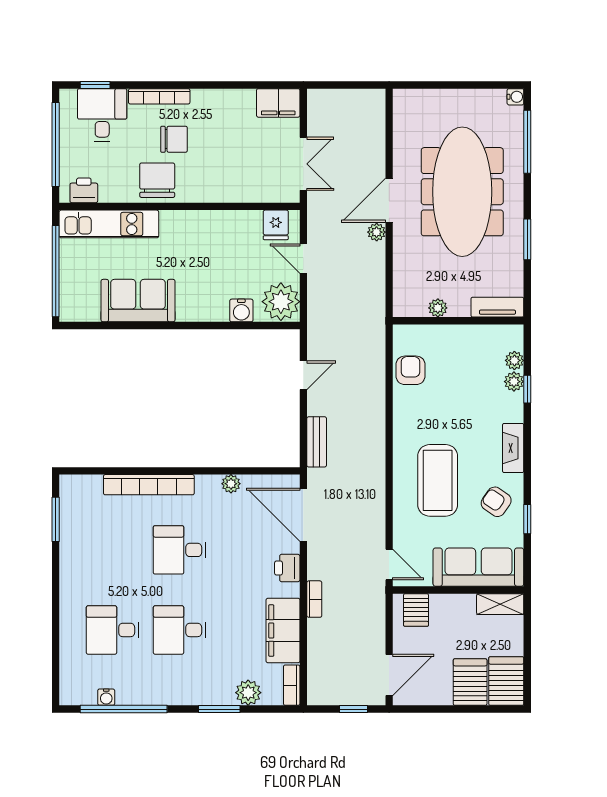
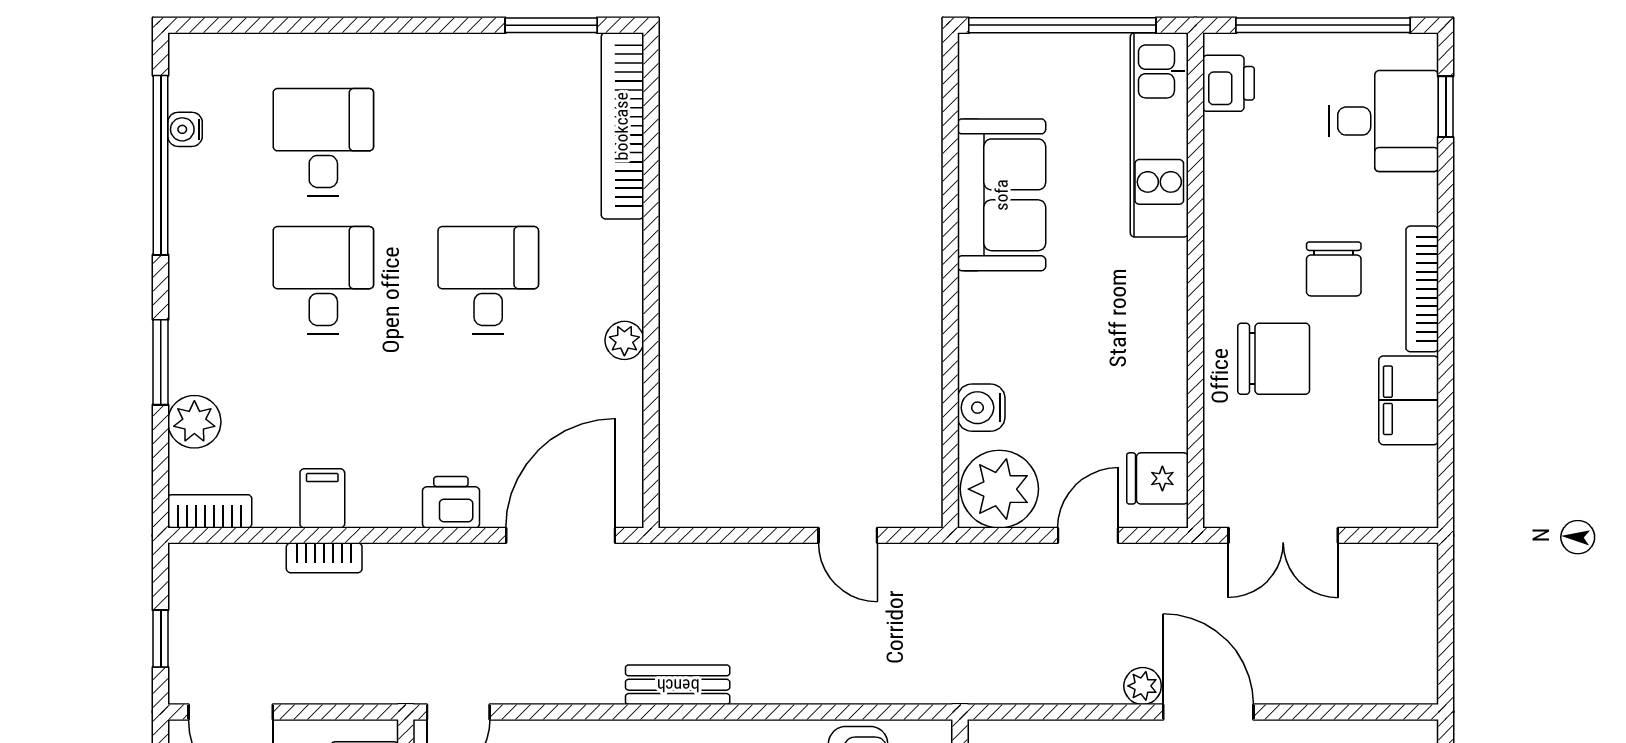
bookcase: (159, 96) -> (1422, 289), moved
filing cabinet: (278, 103) -> (1409, 400), moved
chair: (157, 180) -> (1274, 359), moved
bench: (317, 442) -> (678, 685), moved
plant: (231, 484) -> (624, 340), moved
bookcase: (149, 485) -> (622, 126), moved
bookcase: (314, 599) -> (324, 558), moved
filing cabinet: (283, 631) -> (322, 498), width x0.33, depth x0.86

